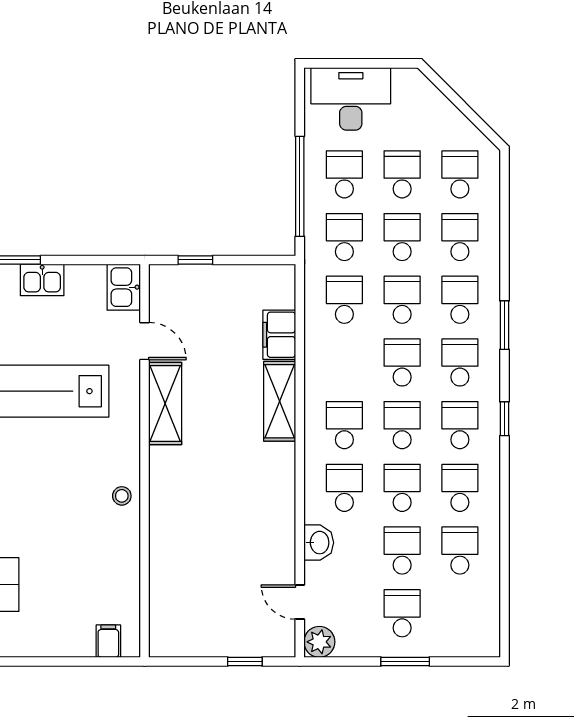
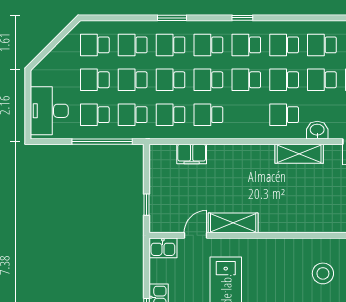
window: (505, 325) -> (172, 18), moved
shelving: (280, 401) -> (299, 154), moved
school desk: (344, 425) -> (208, 115), moved
stool: (122, 496) -> (323, 273), moved, width x1.89, depth x1.89

